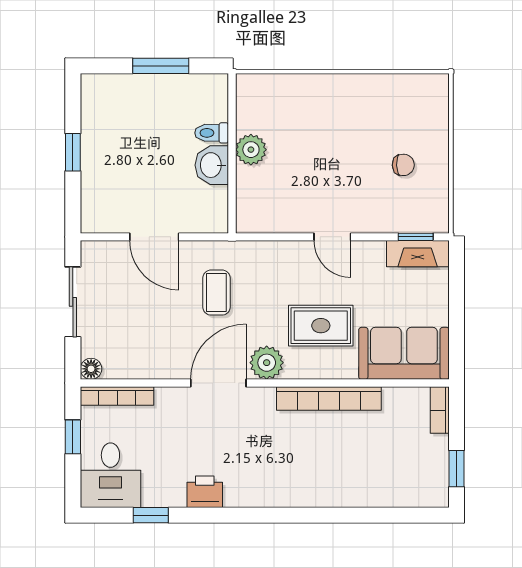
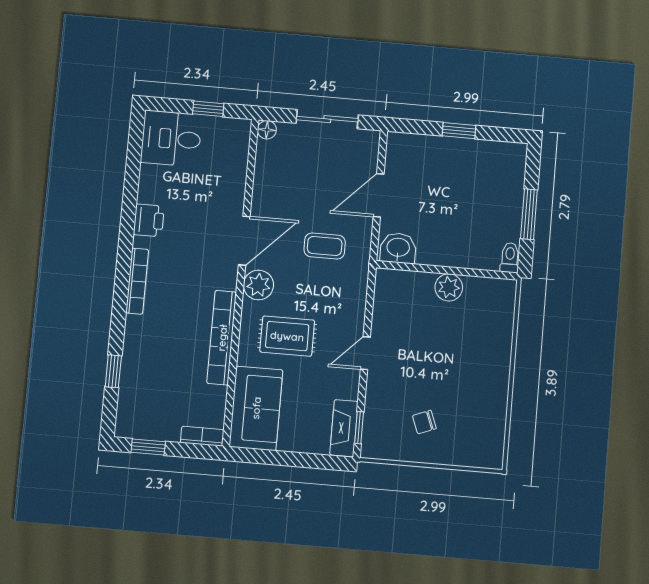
toilet: (212, 133) -> (510, 258), moved
washbasin: (212, 165) -> (398, 248), moved
chair: (403, 165) -> (424, 422), turned 71
rug: (321, 326) -> (287, 336), turned 90
door: (218, 383) -> (244, 241), hinge flipped
bookcase: (117, 396) -> (137, 281), moved, turned 180
window: (151, 515) -> (113, 371), moved

